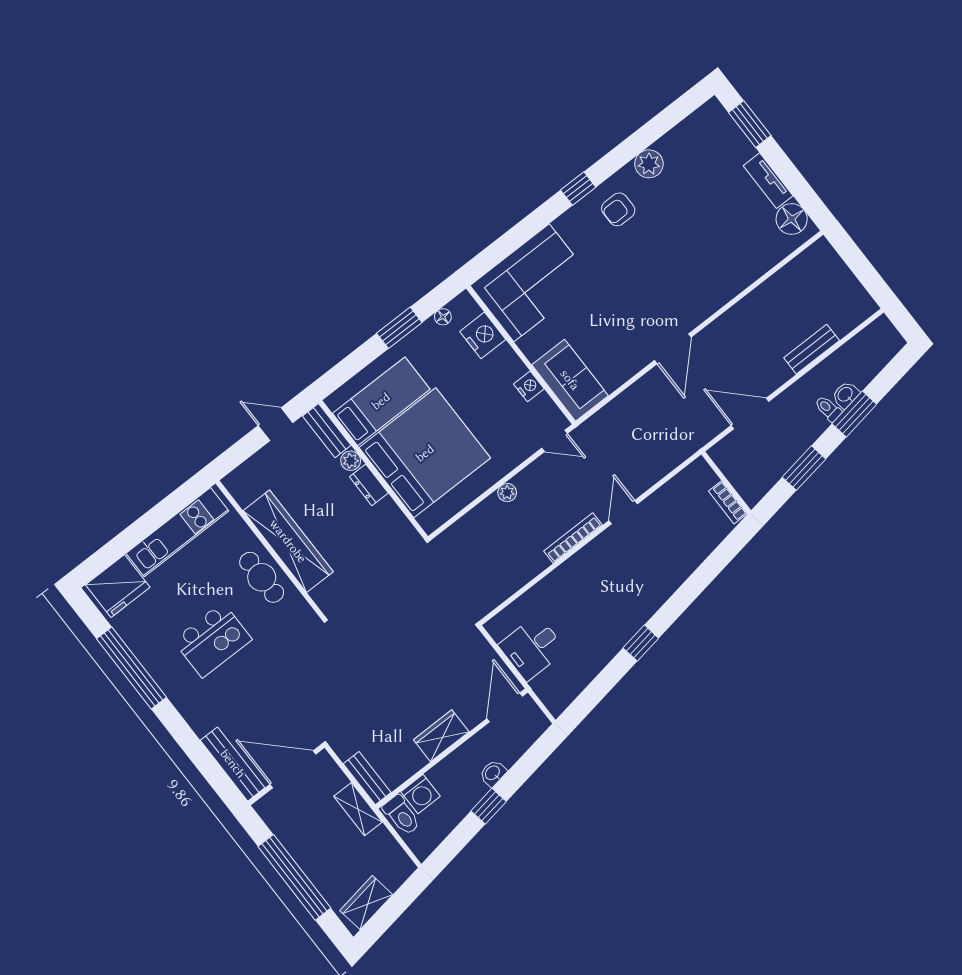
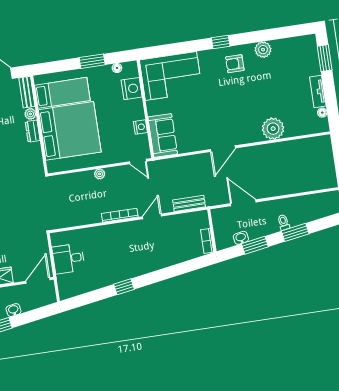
floor lamp: (792, 219) -> (322, 113), width x0.53, depth x0.53
plant: (732, 275) -> (273, 129), added
bench: (812, 349) -> (189, 203), moved
washbasin: (845, 395) -> (241, 238), moved

